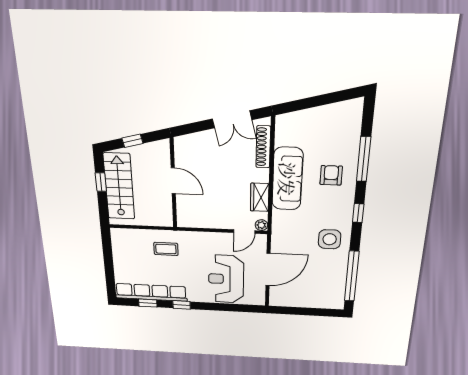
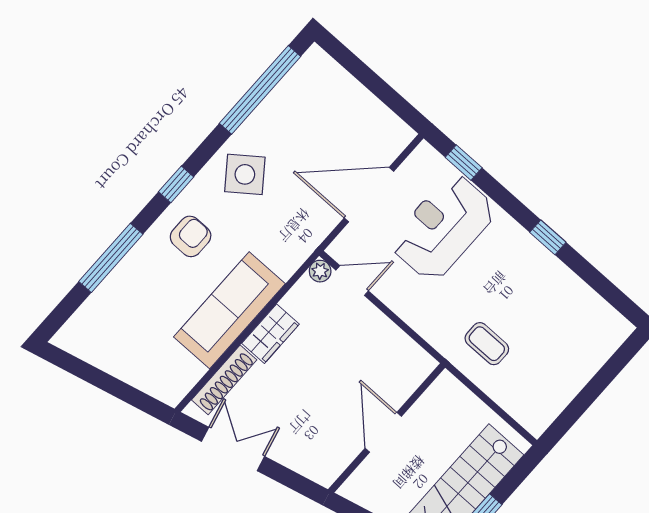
armchair: (331, 175) -> (191, 236), moved, turned 180
wardrobe: (260, 197) -> (270, 334), moved
side table: (330, 239) -> (245, 174), turned -37
reception desk: (226, 279) -> (443, 227), turned 180
row of seats: (151, 292) -> (575, 294), removed
window: (148, 303) -> (464, 163), moved

